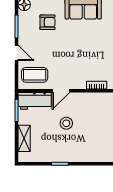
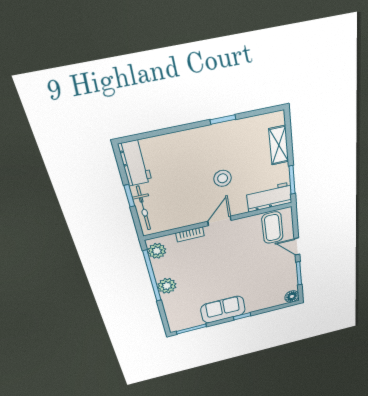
armchair: (48, 22) -> (263, 286), removed
coffee table: (35, 75) -> (272, 228), turned 90
door: (61, 91) -> (219, 221), moved

